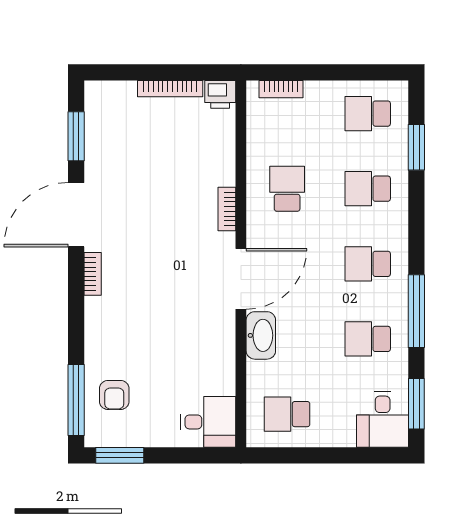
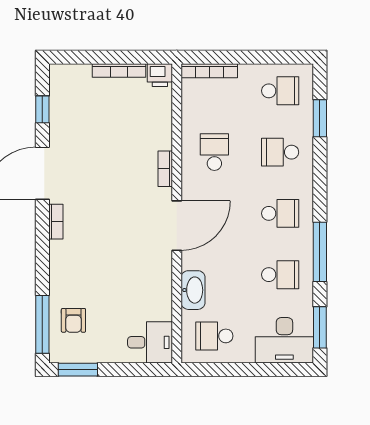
bookcase: (281, 89) -> (210, 71), width x1.56
school desk: (368, 114) -> (280, 91), turned 180
window: (76, 136) -> (42, 109), width x0.67
school desk: (368, 264) -> (280, 213), turned 180
washbasin: (261, 335) -> (193, 290), moved
school desk: (368, 339) -> (280, 275), turned 180
desk: (383, 419) -> (284, 340), width x1.37

